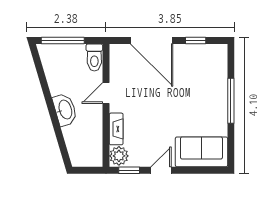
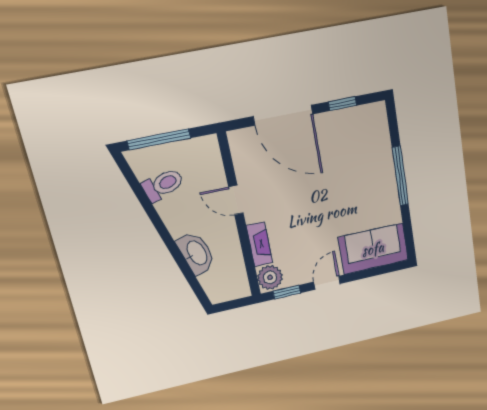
toilet: (94, 57) -> (163, 185), moved, turned -107
door: (106, 93) -> (236, 200), hinge flipped
washbasin: (65, 110) -> (196, 253), moved

